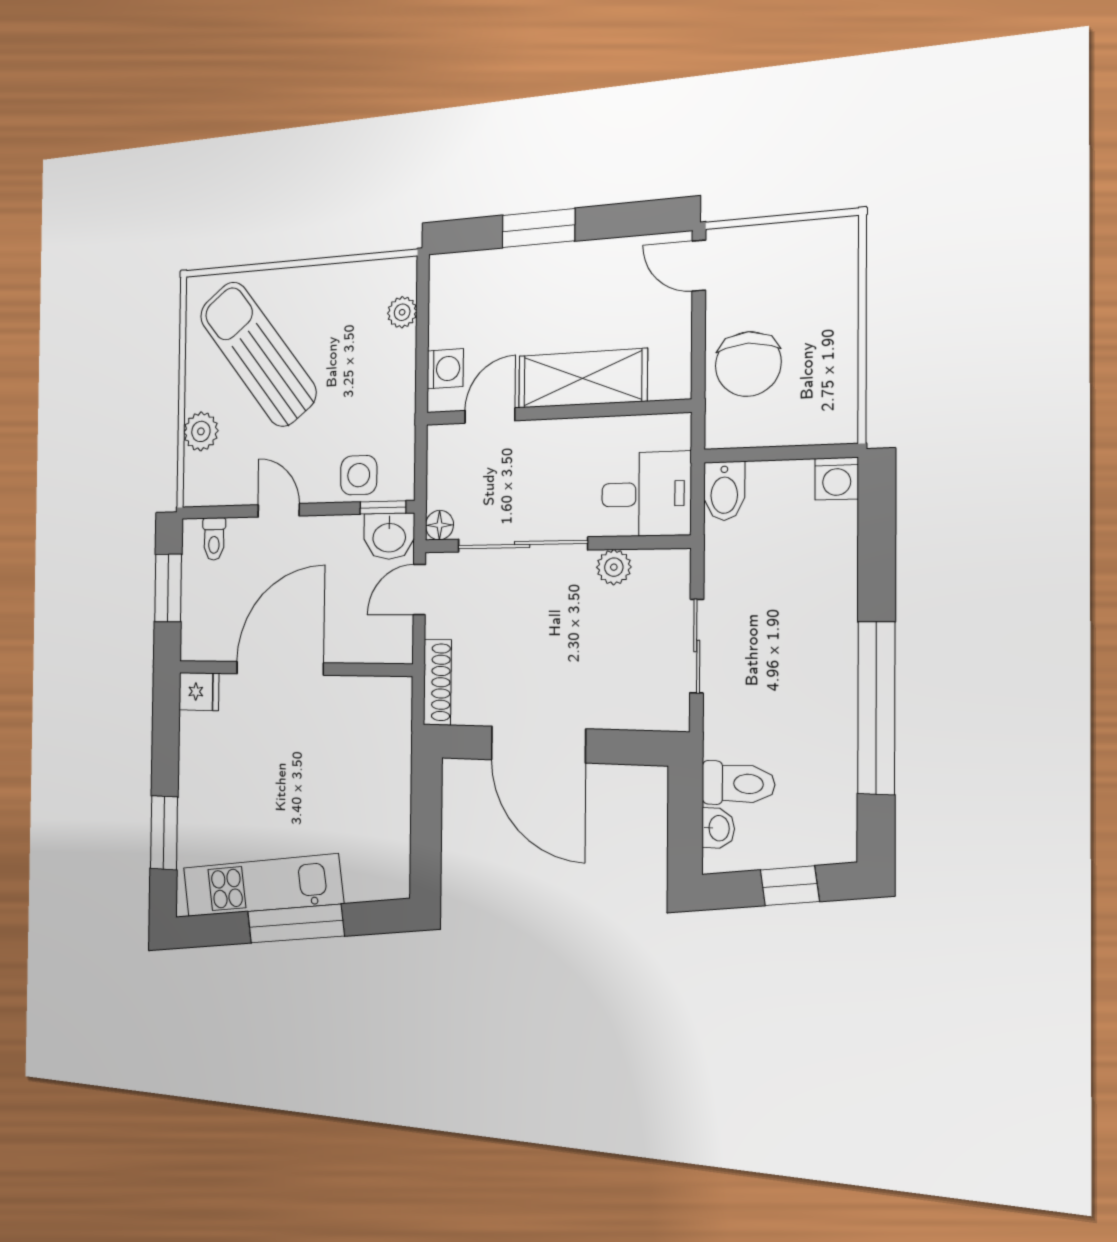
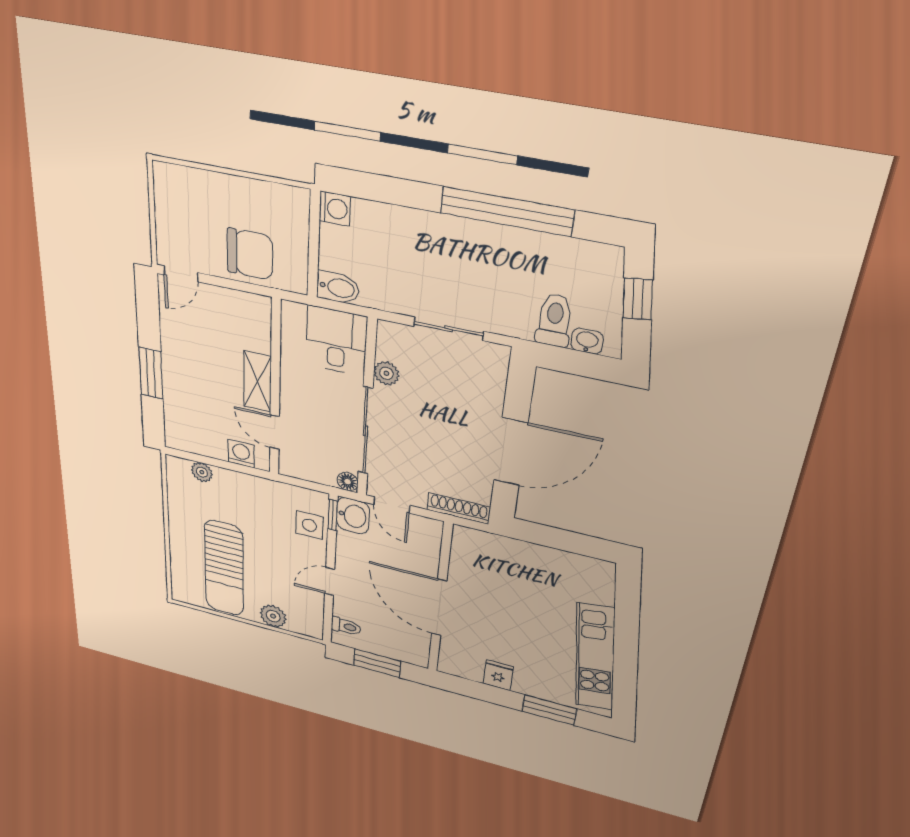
sun lounger: (258, 354) -> (224, 568), turned -52
shelving: (582, 378) -> (258, 381), width x0.67, depth x0.75
fridge: (199, 692) -> (498, 675), moved
window: (296, 924) -> (626, 643), removed

